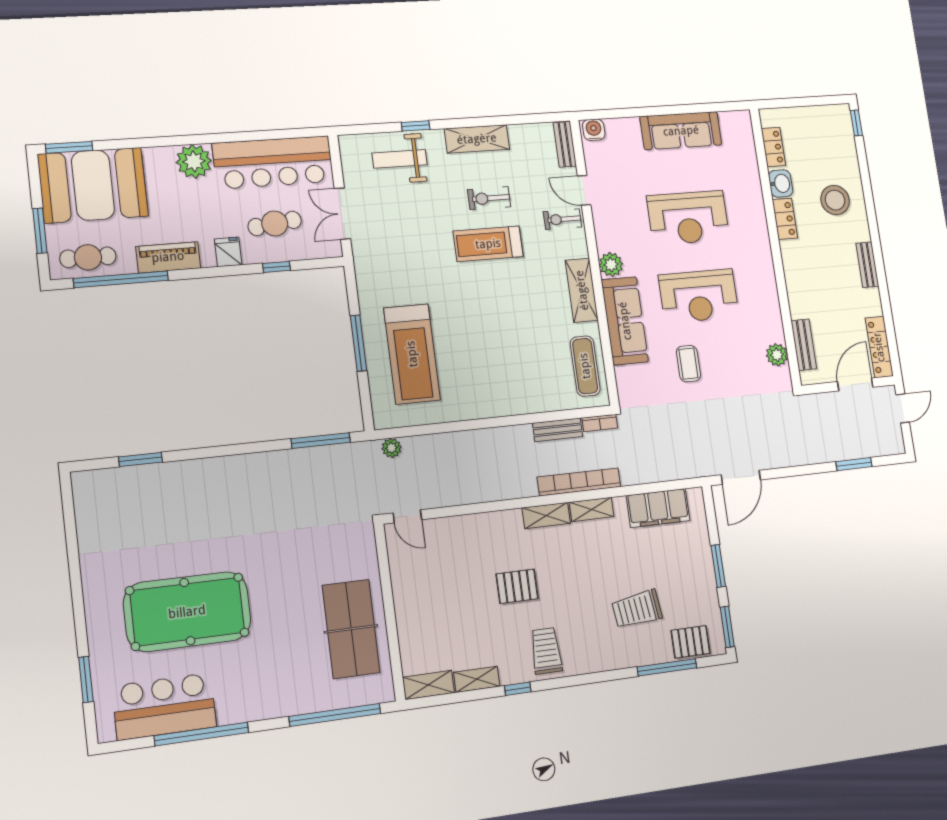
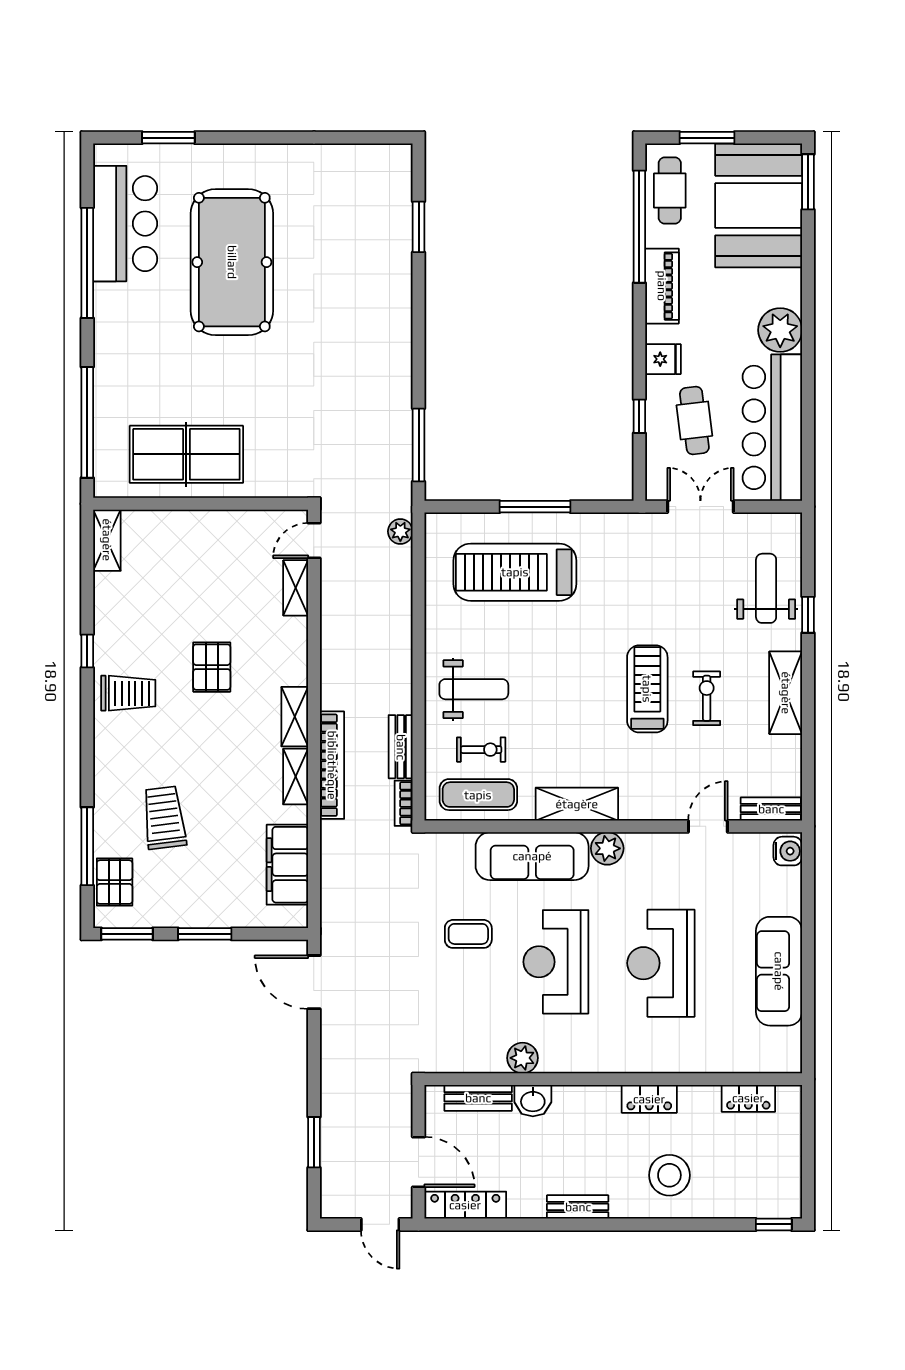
washbasin: (781, 183) -> (533, 1101), moved
exercise bike: (562, 219) -> (481, 750), moved, turned 90
plant: (777, 355) -> (523, 1058), moved
weight bench: (506, 377) -> (474, 689), added
shelving: (477, 679) -> (296, 588), moved

